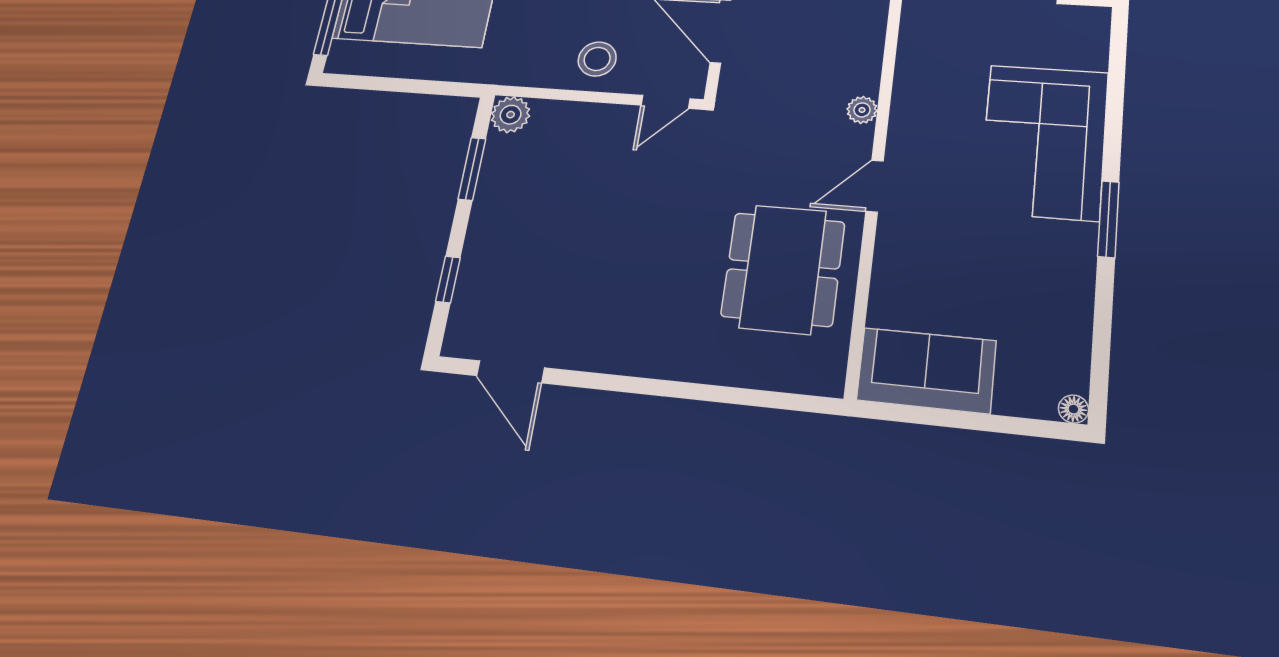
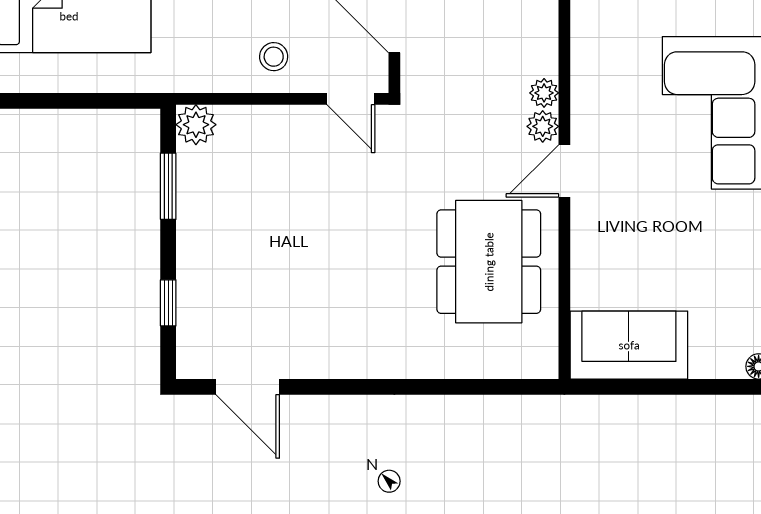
stool: (597, 59) -> (274, 57), width x0.73, depth x0.73
door: (665, 102) -> (351, 99), hinge flipped
plant: (857, 141) -> (543, 126), added

